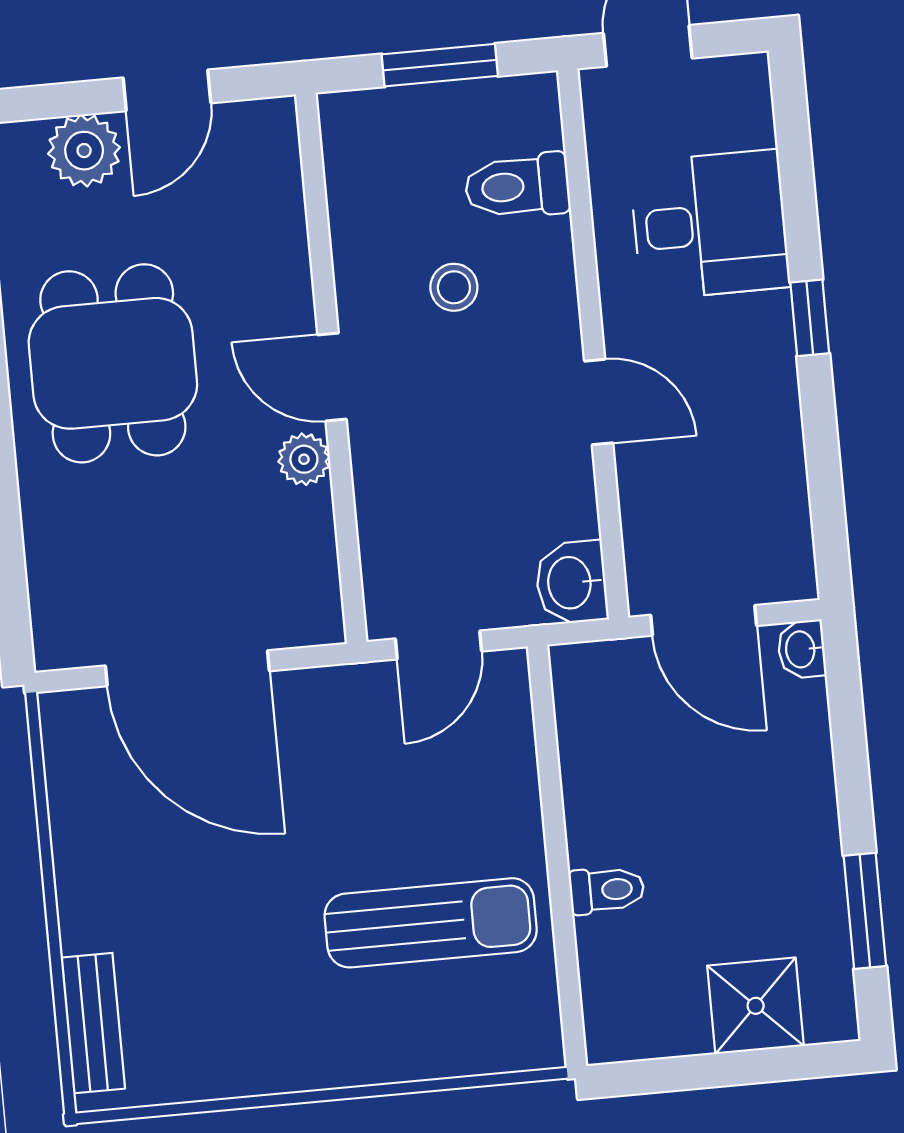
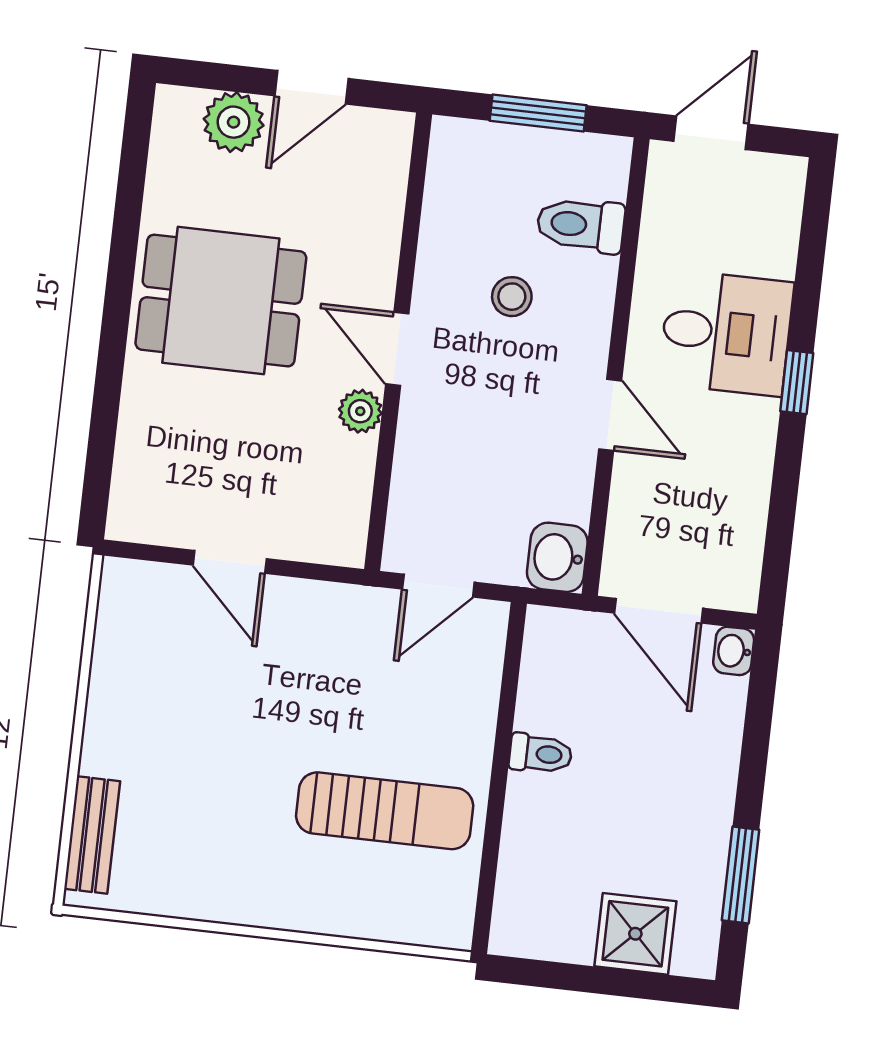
desk: (710, 225) -> (726, 333), moved
dining table: (113, 363) -> (221, 301), turned 90
door: (187, 668) -> (230, 562), width x0.53
toilet: (607, 890) -> (541, 754), moved

